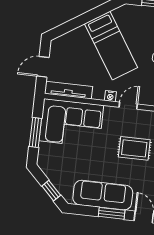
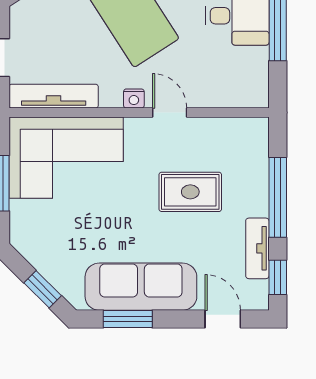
door: (128, 106) -> (170, 113), hinge flipped
window: (112, 213) -> (128, 319), moved

